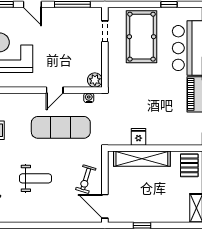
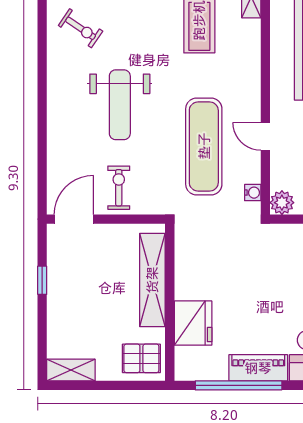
fridge: (139, 137) -> (193, 323), moved, width x1.88, depth x1.34
weight bench: (35, 178) -> (120, 105), width x1.36, depth x1.33
exercise bike: (86, 179) -> (119, 188), turned 73

